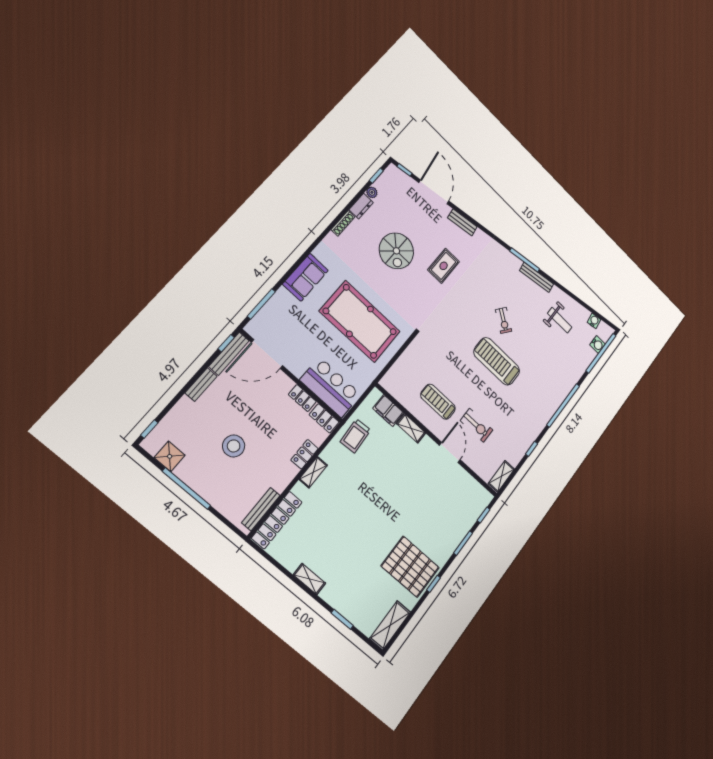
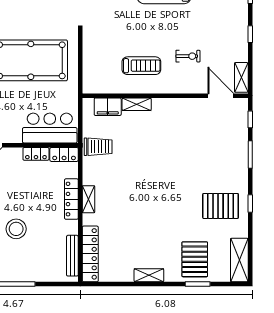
treadmill: (438, 402) -> (141, 66), turned 180
exercise bike: (477, 425) -> (188, 56), width x0.73, depth x0.72
trolley: (355, 436) -> (98, 147), turned -86
door: (450, 453) -> (221, 96), moved
locker: (305, 454) -> (71, 199), width x1.53
pallet: (410, 567) -> (221, 206), width x0.73, depth x0.71
pallet: (356, 596) -> (195, 259), added

